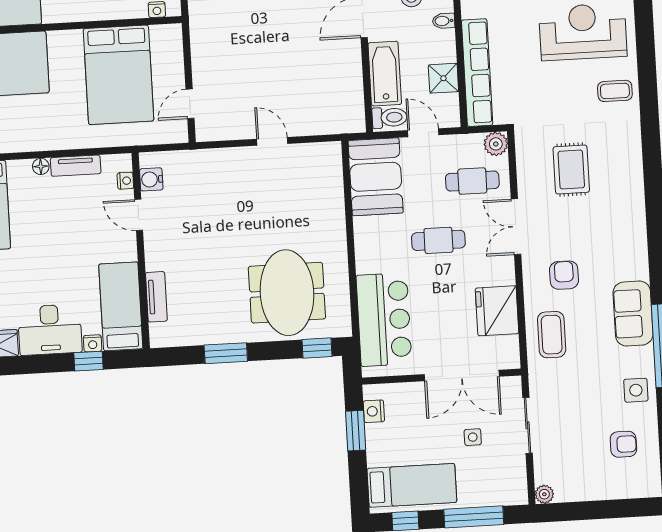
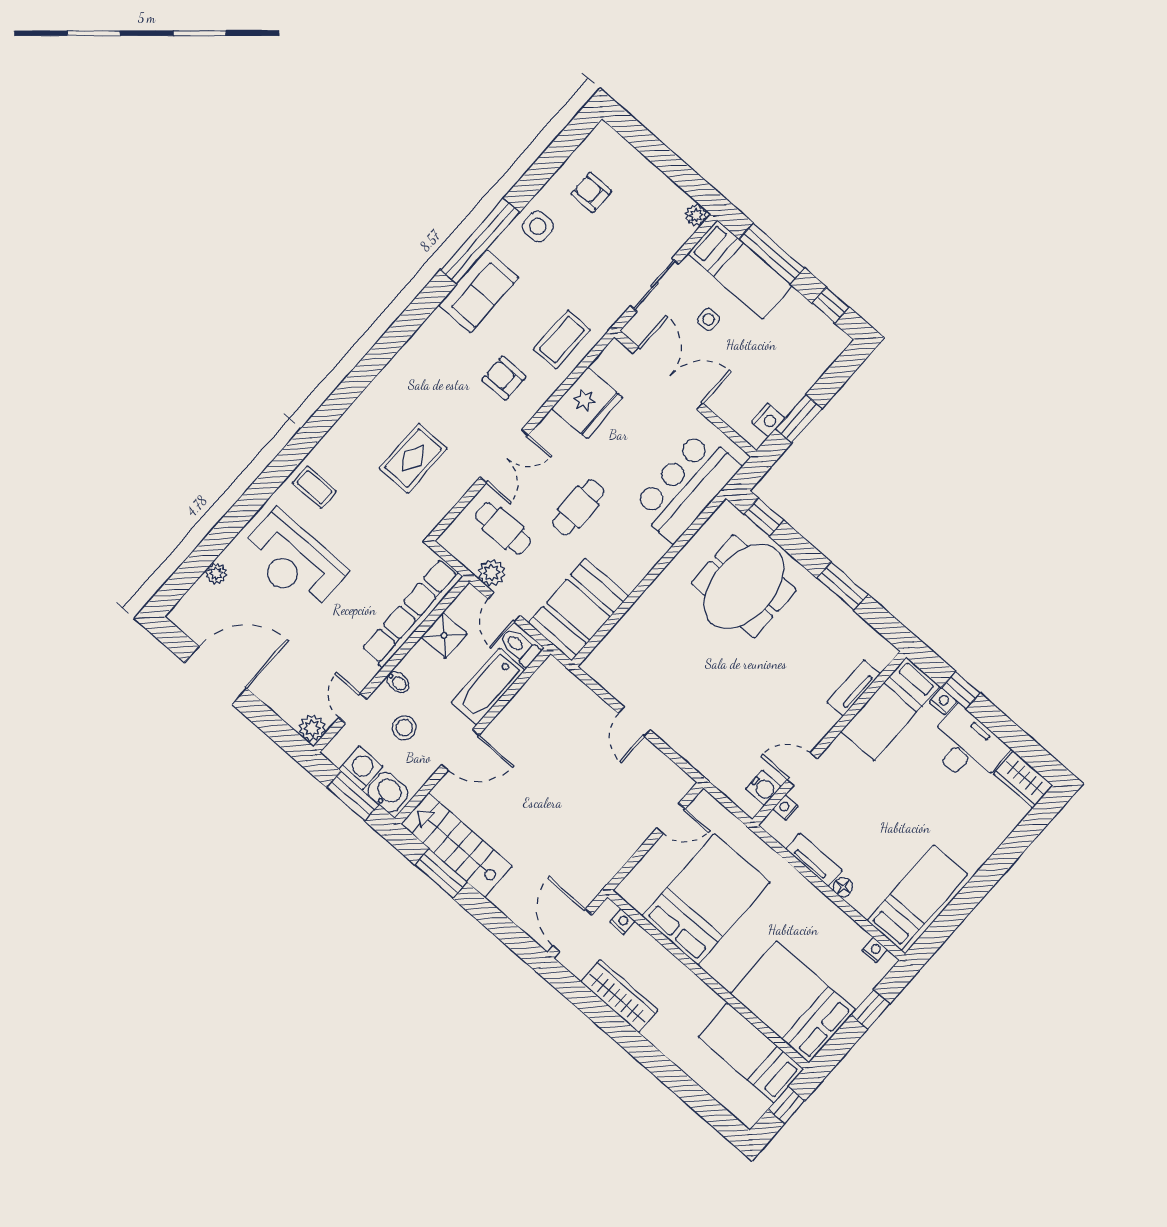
plant: (496, 144) -> (492, 573), moved
door: (139, 215) -> (802, 769), swing flipped
cafe table: (438, 240) -> (578, 507), turned 90
armchair: (564, 275) -> (504, 378), turned 90
bed: (412, 485) -> (740, 270), moved, turned 180

